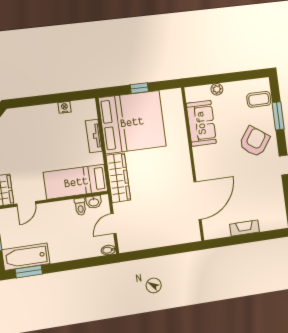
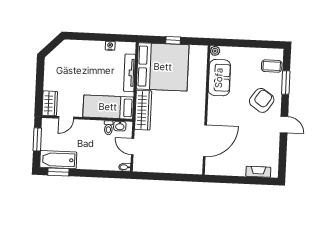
plant: (217, 89) -> (215, 51), moved
tv unit: (94, 136) -> (129, 73), width x1.41
door: (114, 224) -> (133, 147), hinge flipped
fireplace: (245, 228) -> (258, 172), moved

